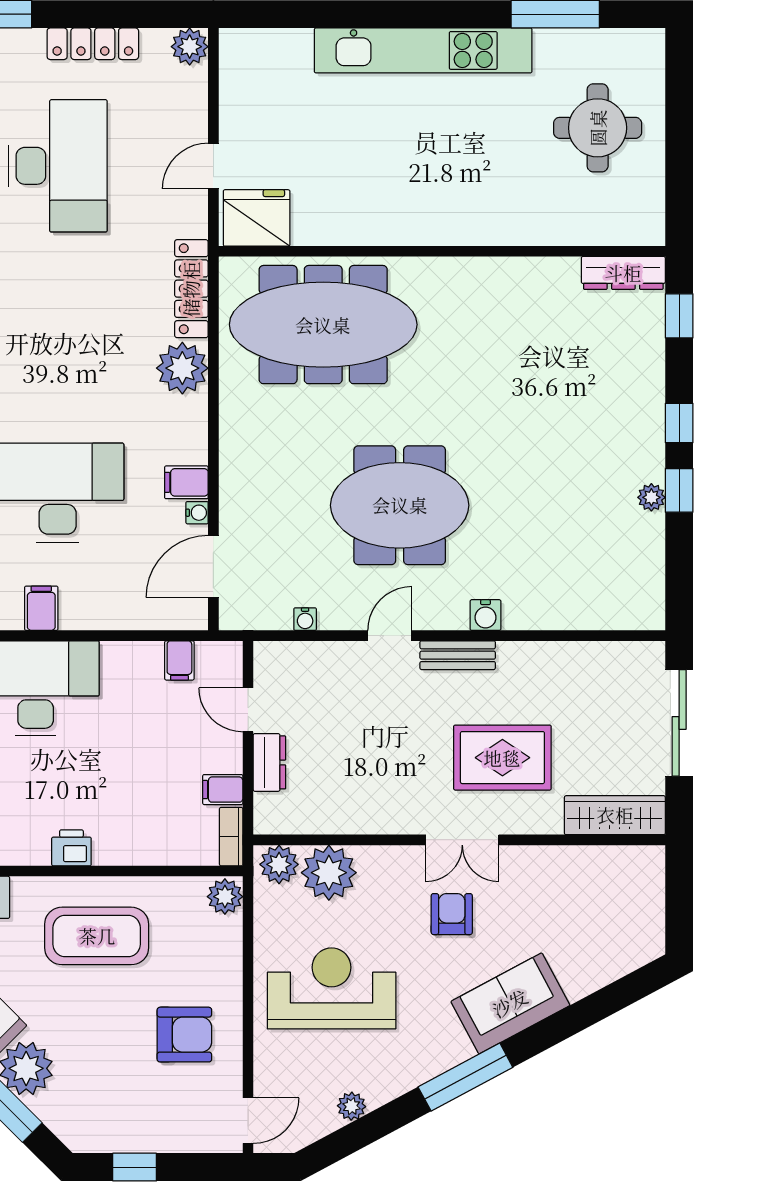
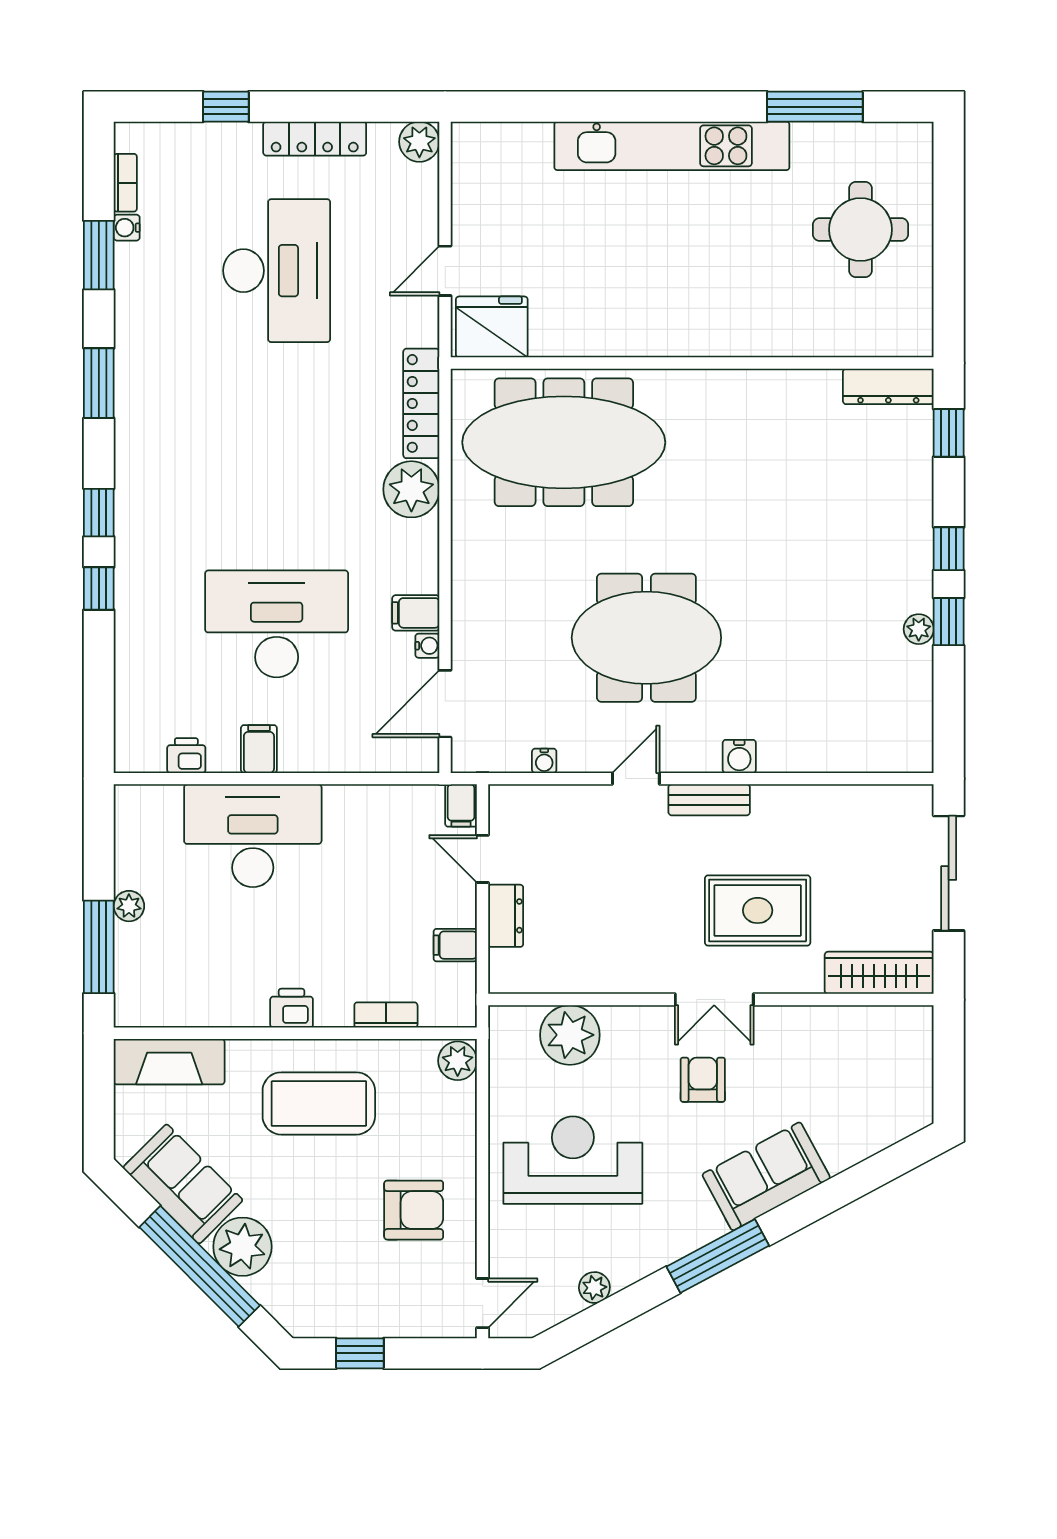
filing cabinet: (179, 660) -> (461, 805), moved
bookcase: (231, 837) -> (386, 1015), moved, turned 90
plant: (279, 864) -> (516, 1026), removed

